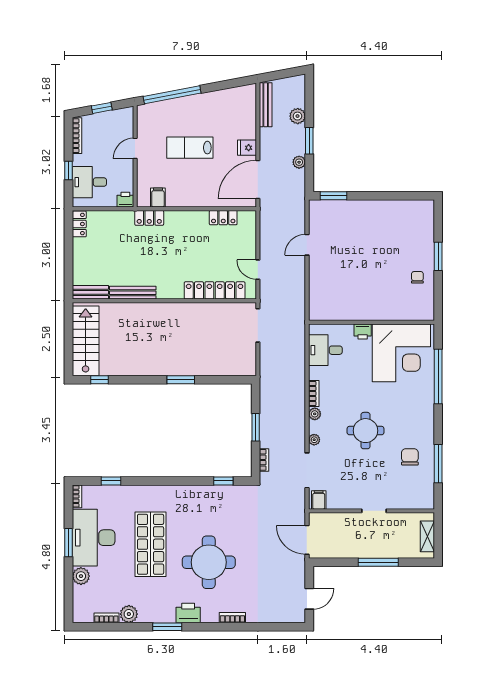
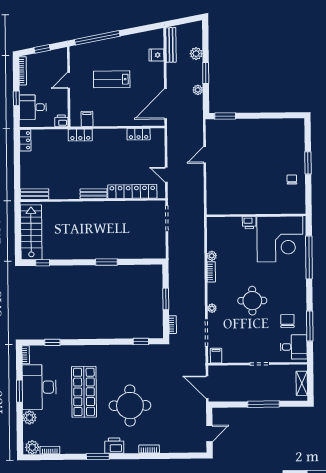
fridge: (247, 148) -> (156, 55), moved
bench: (133, 293) -> (94, 194), moved, width x0.73
desk: (325, 350) -> (294, 347), moved, turned 180
plant: (315, 414) -> (212, 256), moved
plant: (129, 614) -> (32, 447), moved

